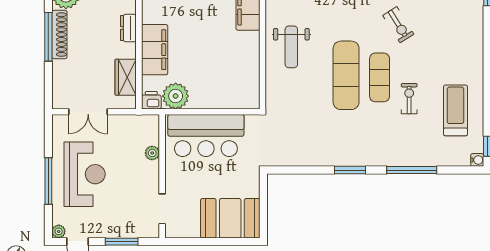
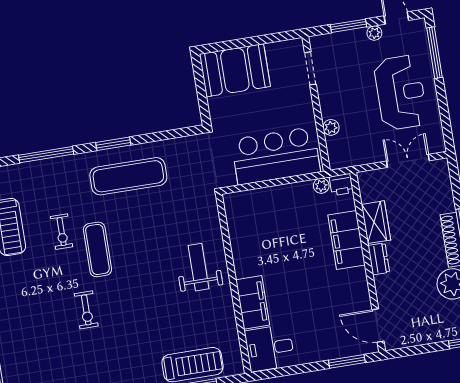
exercise bike: (398, 25) -> (86, 310), turned -148
exercise mat: (346, 75) -> (128, 176), moved, turned 90
wardrobe: (126, 77) -> (376, 222), moved
plant: (176, 96) -> (321, 186), width x0.53, depth x0.53
reception desk: (85, 174) -> (401, 93), turned 180
window: (48, 181) -> (435, 53), moved
plant: (59, 231) -> (374, 33), moved

